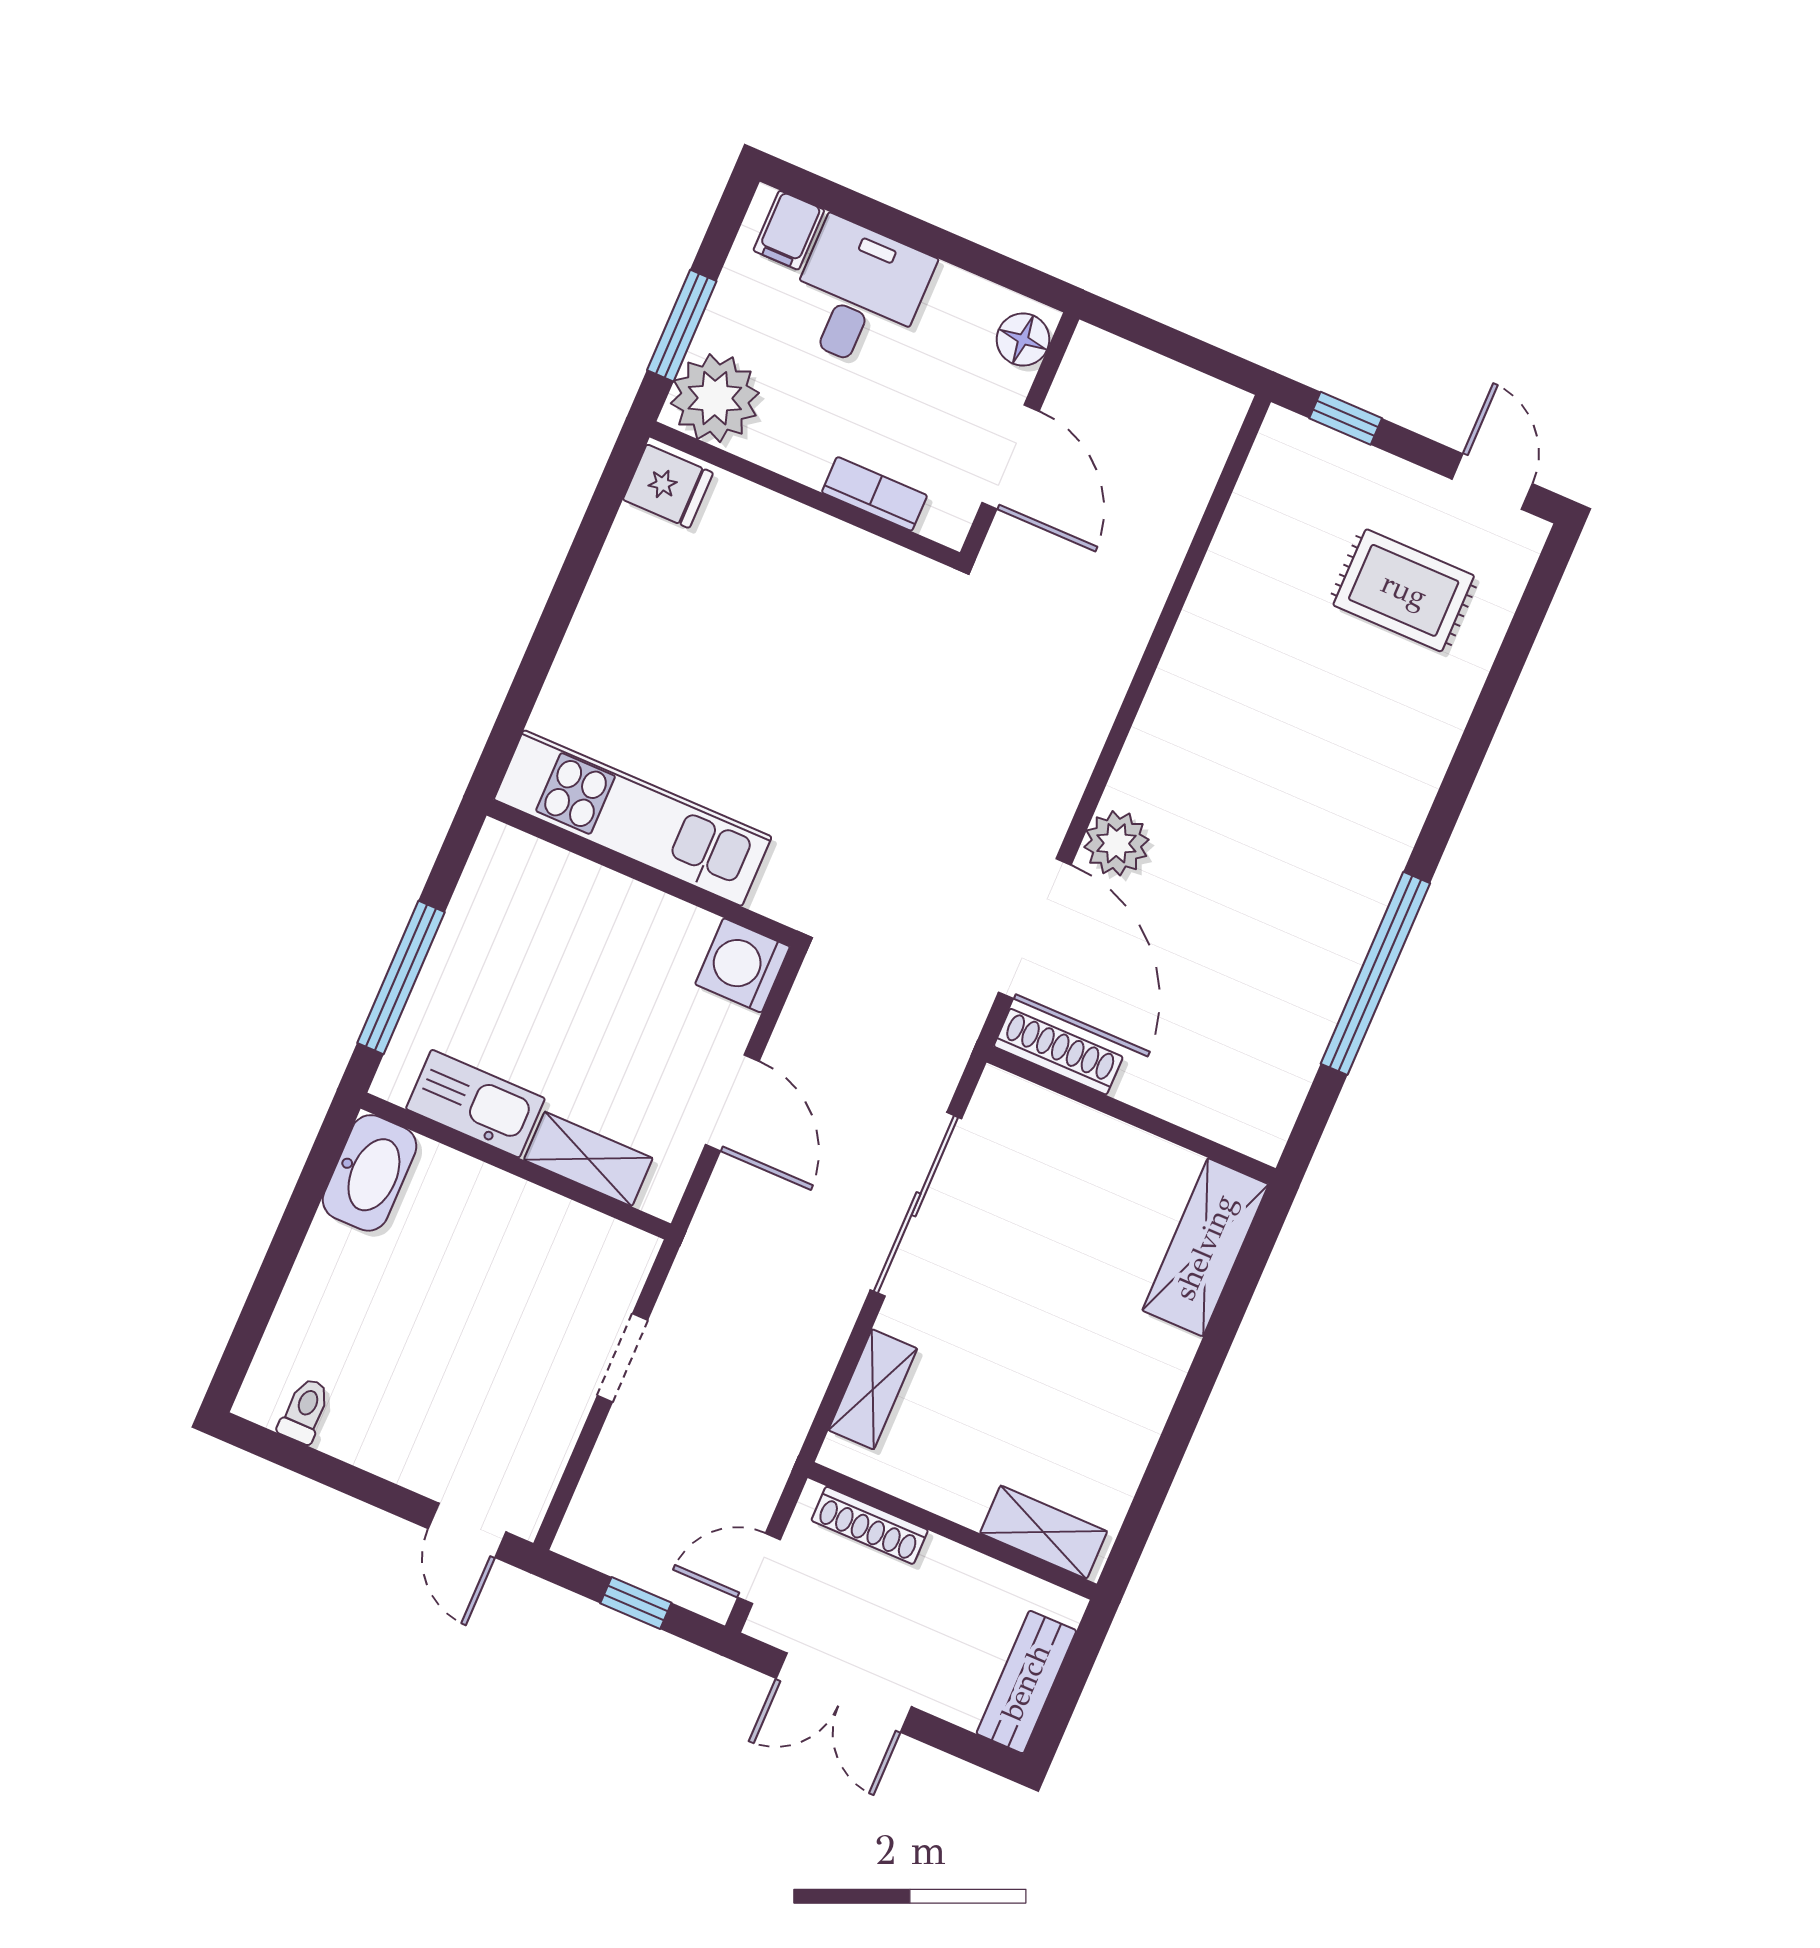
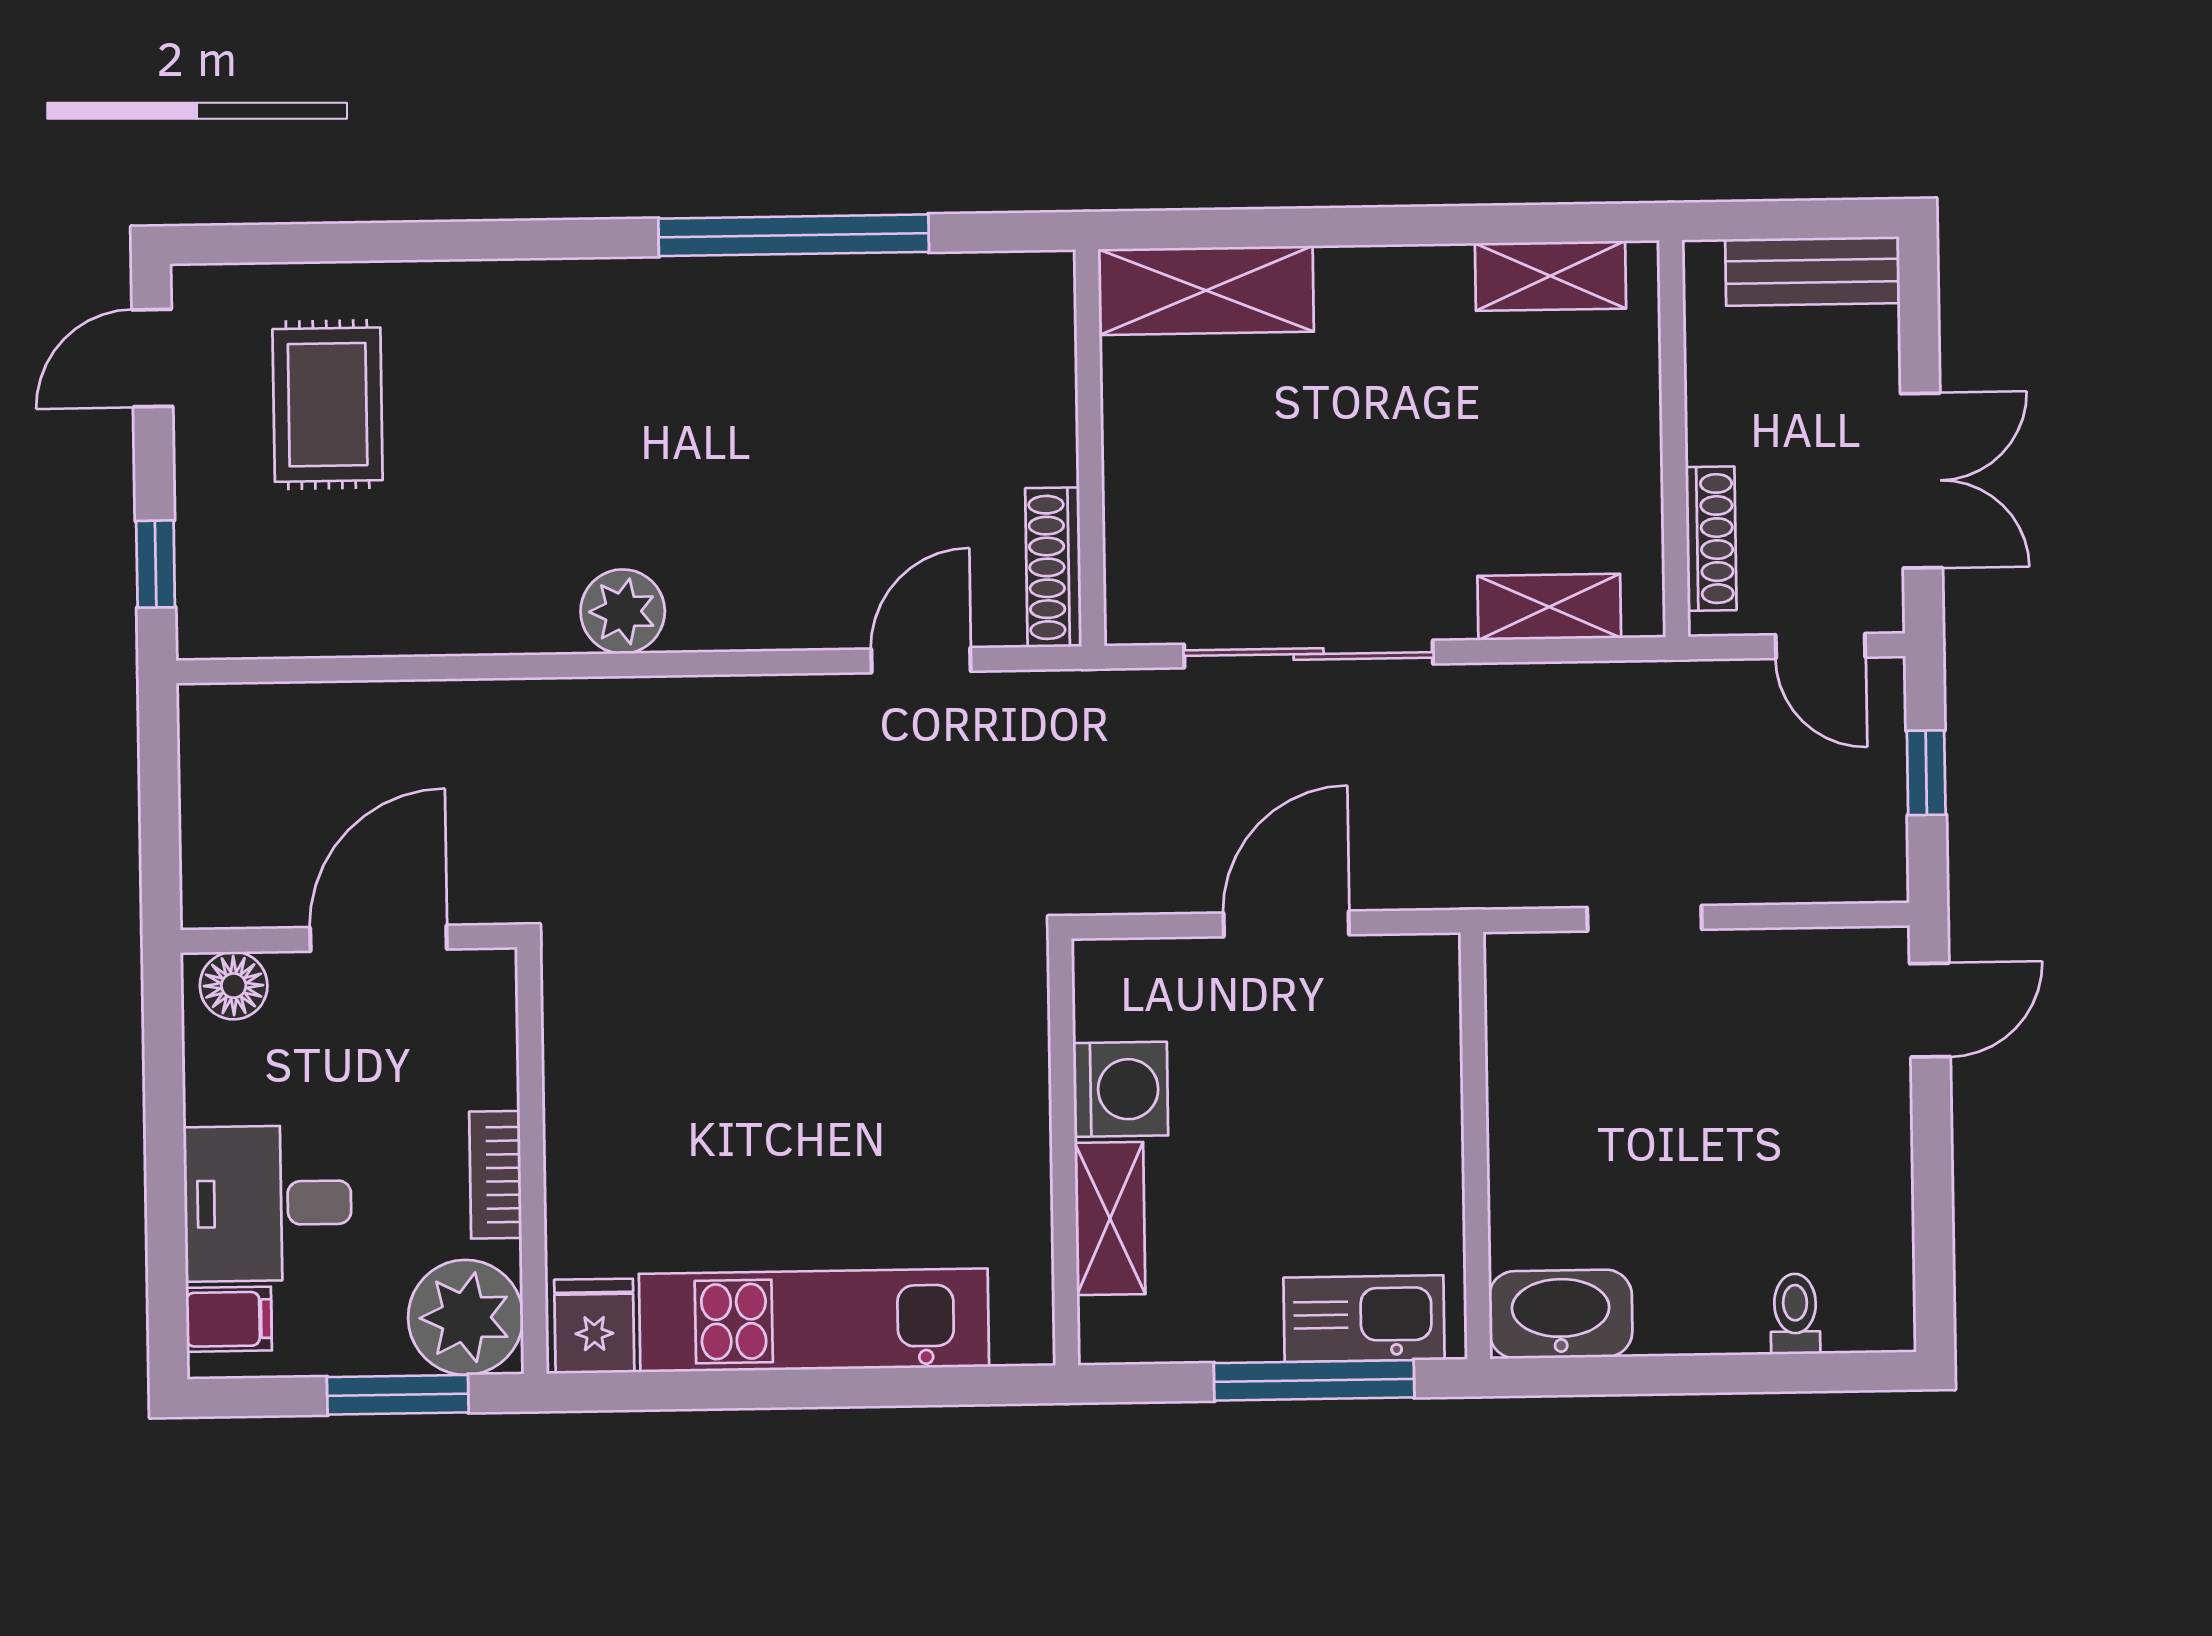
bookcase: (874, 494) -> (495, 1175), moved
kitchen unit: (633, 818) -> (814, 1320), moved, turned 90
plant: (1116, 843) -> (623, 611), moved
door: (1035, 929) -> (921, 660), width x0.53
washing machine: (742, 965) -> (1121, 1089), moved, turned -90
kitchen sink: (475, 1104) -> (1364, 1319), moved, turned 90
shelving: (588, 1159) -> (1110, 1219), moved
toilet: (305, 1411) -> (1795, 1314), moved, turned 90
shelving: (1044, 1532) -> (1551, 276), moved, turned 90

